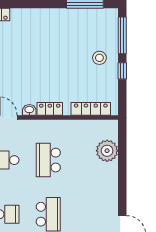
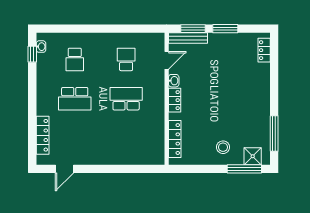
shower: (109, 27) -> (253, 156), added
window: (122, 71) -> (211, 169), removed
plant: (107, 151) -> (135, 154), removed

